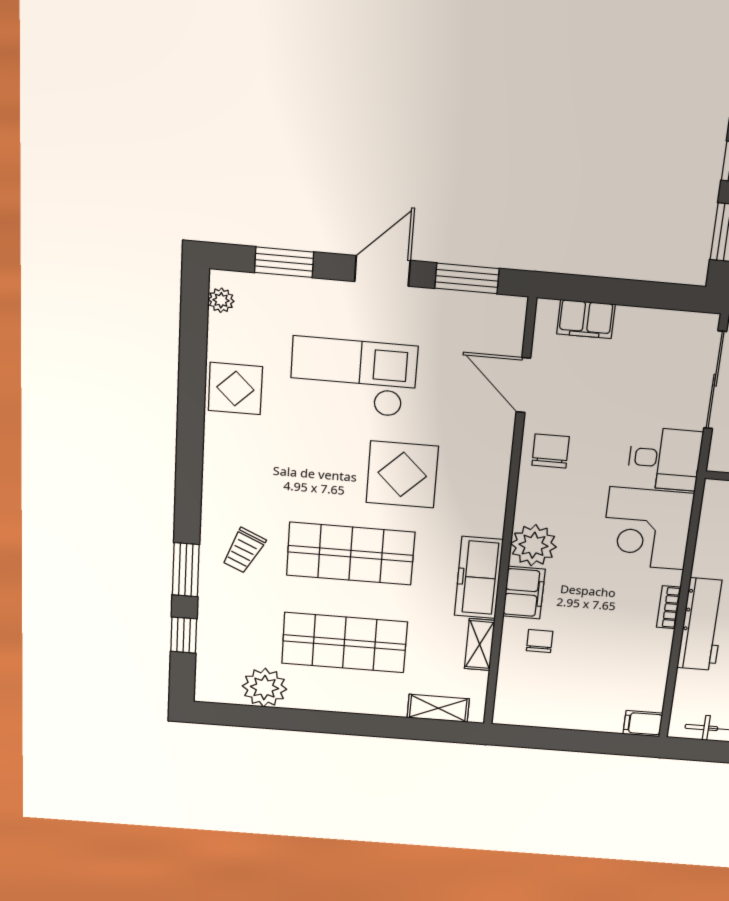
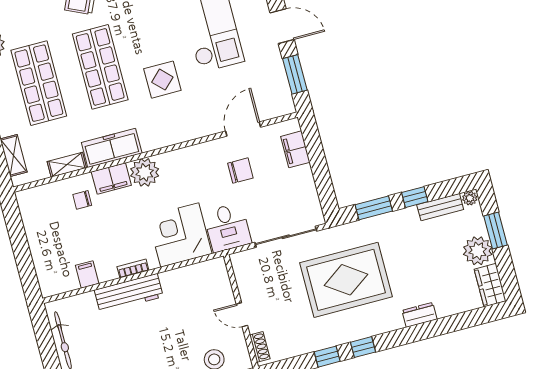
chair: (551, 451) -> (240, 171), moved
display table: (402, 474) -> (162, 80), width x0.73, depth x0.73
chair: (540, 641) -> (82, 200), turned 180
filing cabinet: (643, 724) -> (87, 274), moved

